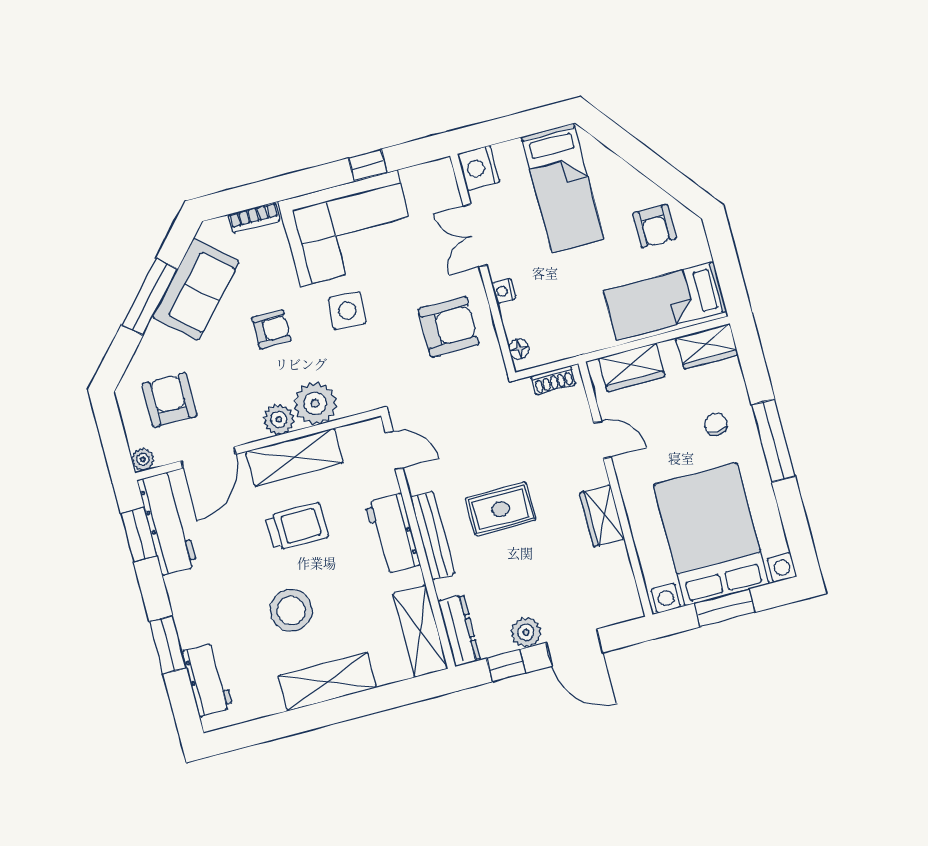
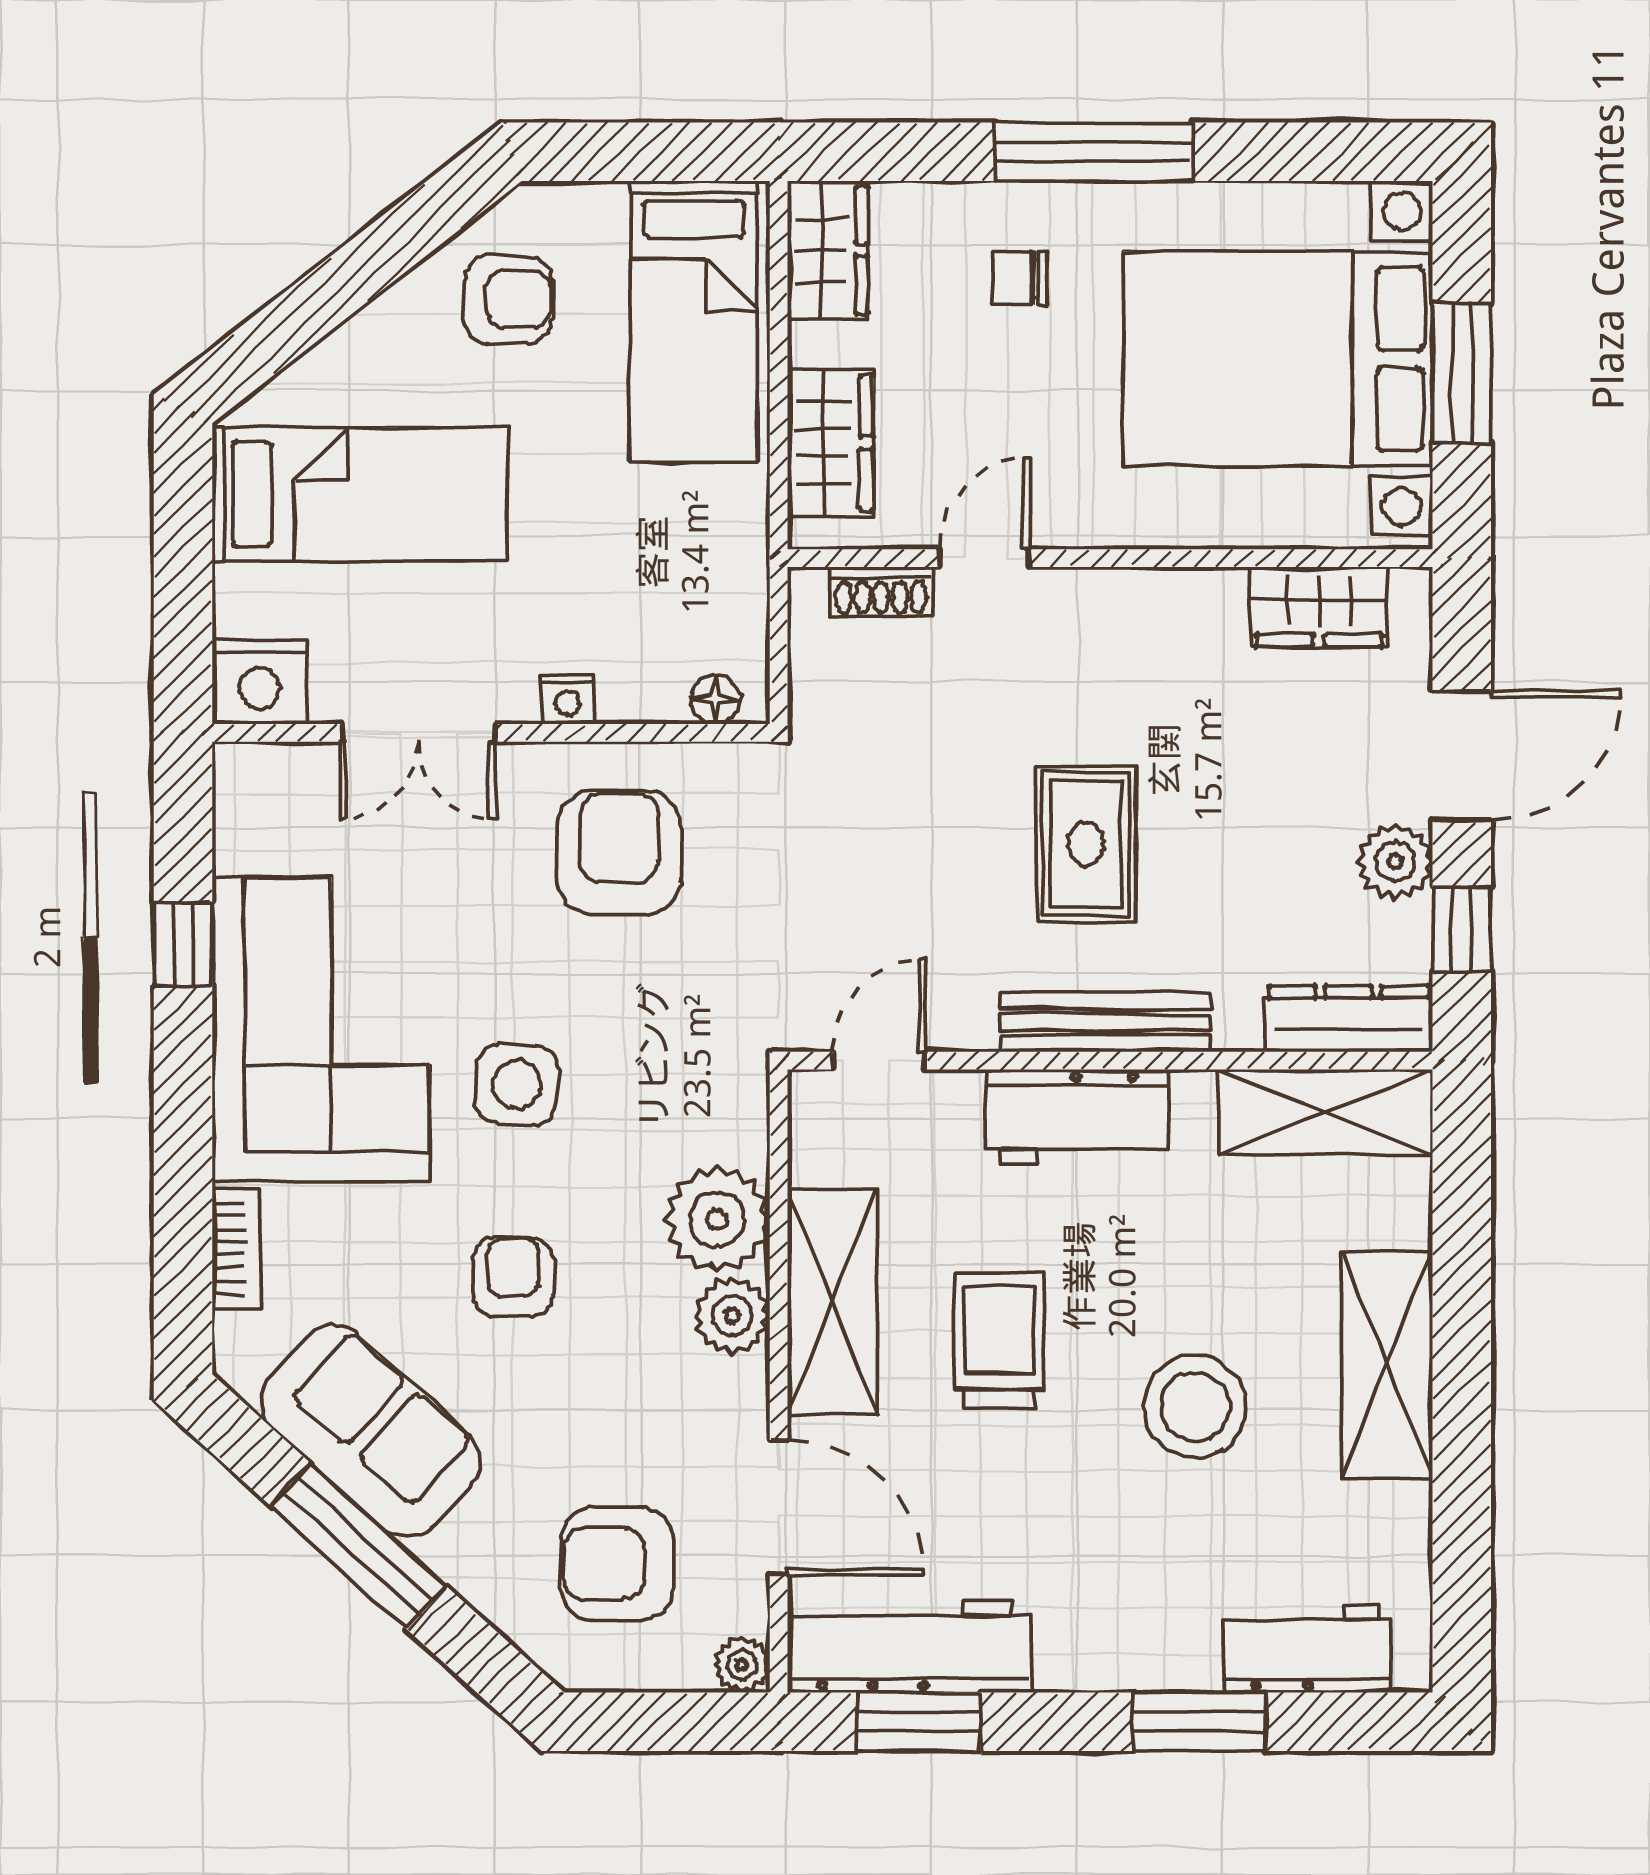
shoe rack: (553, 380) -> (881, 591), moved, turned 90
wardrobe: (602, 516) -> (1319, 607), moved

